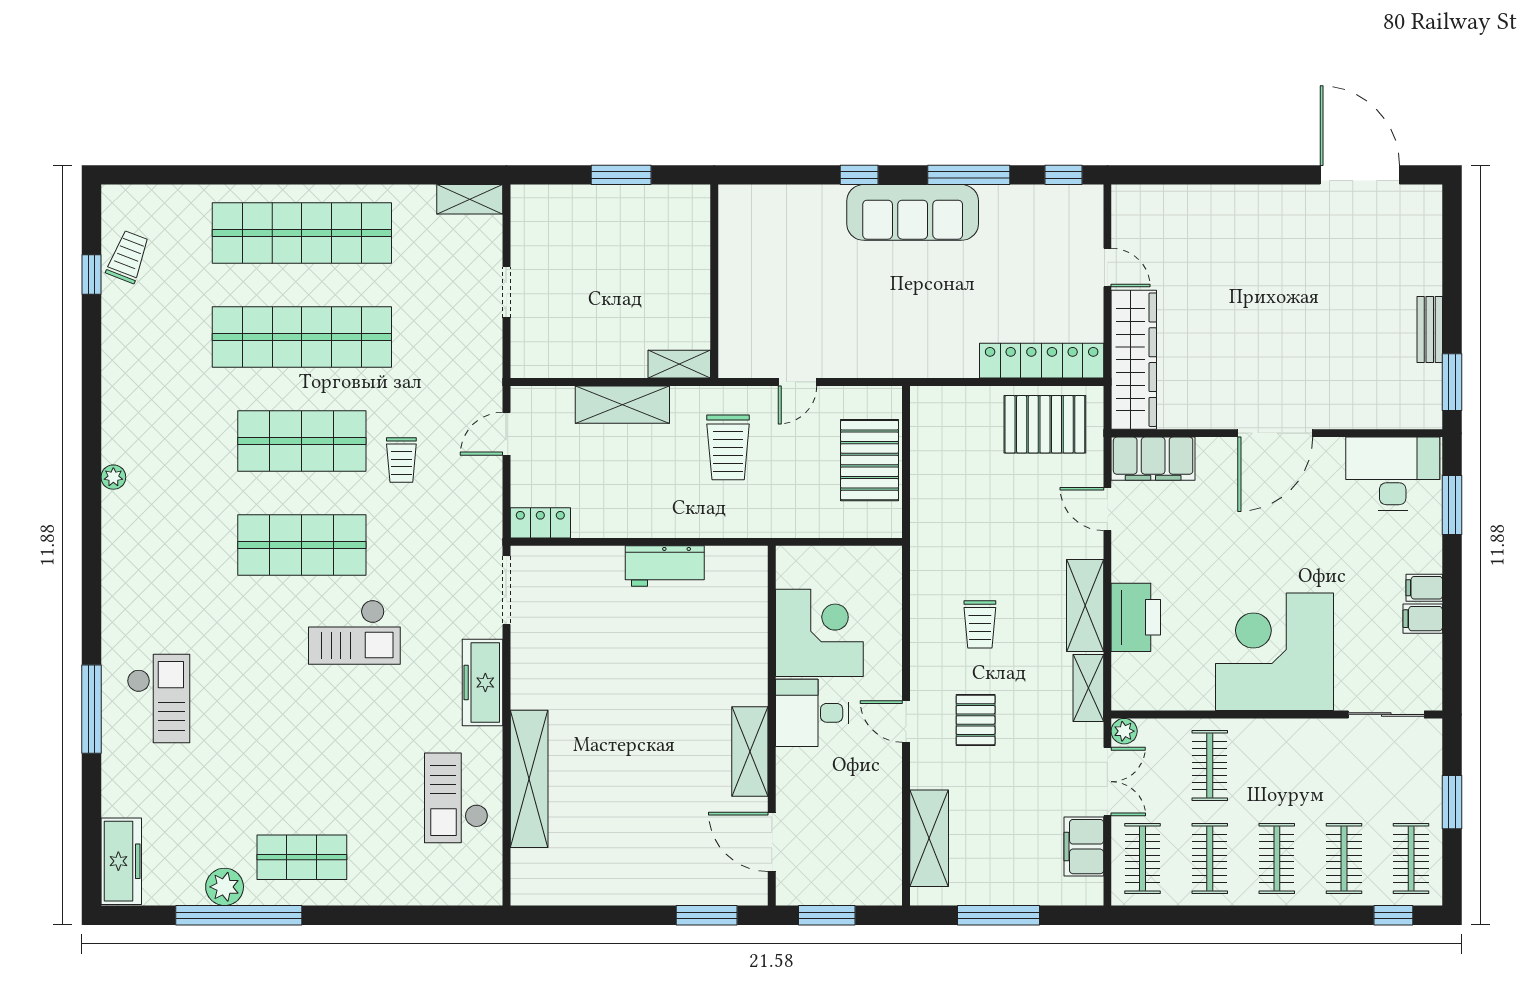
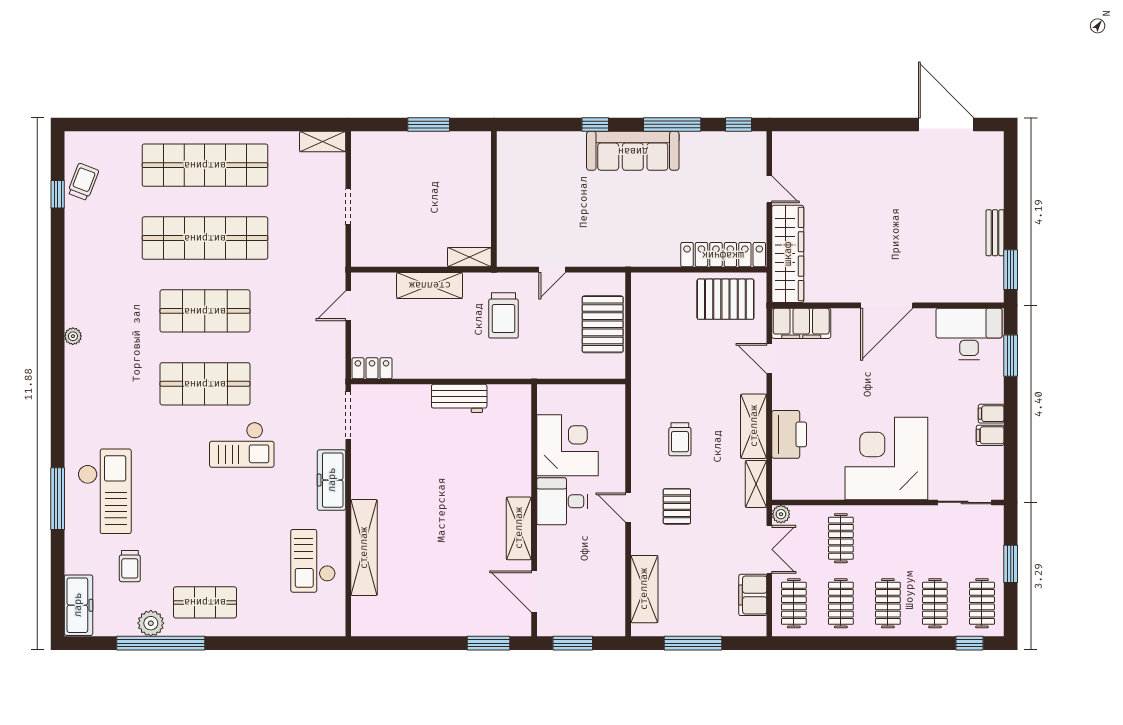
trolley: (401, 460) -> (130, 566), moved
checkout: (158, 699) -> (105, 491), width x1.36, depth x1.21

